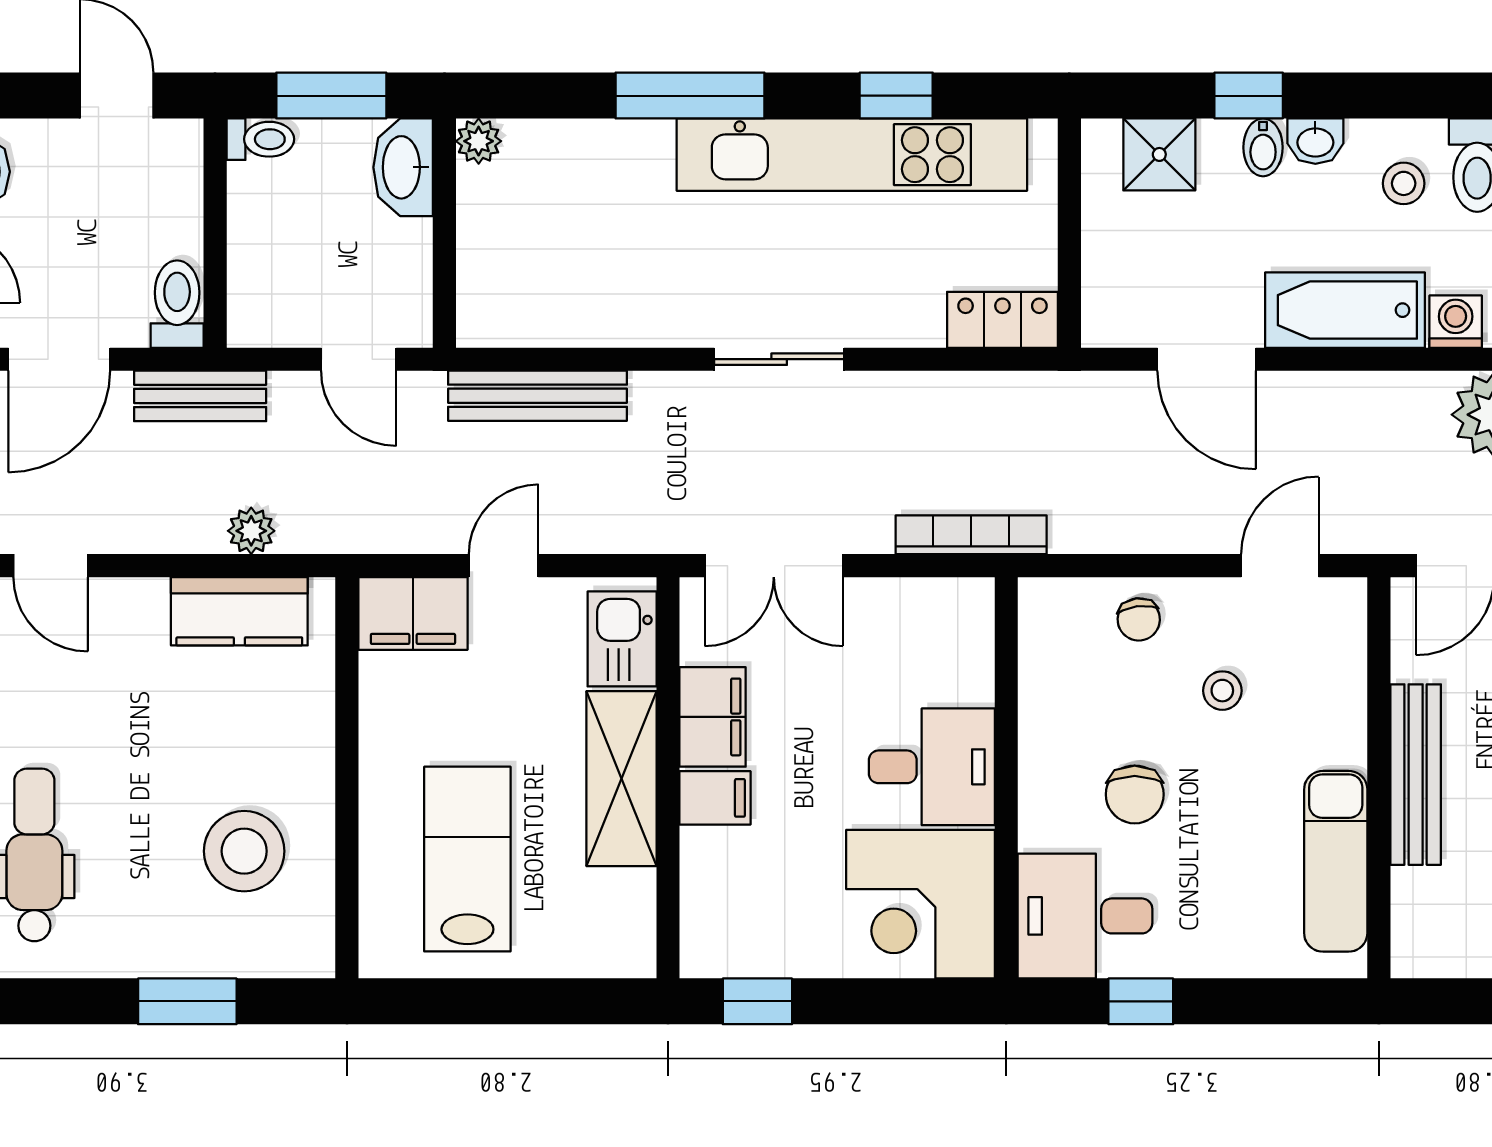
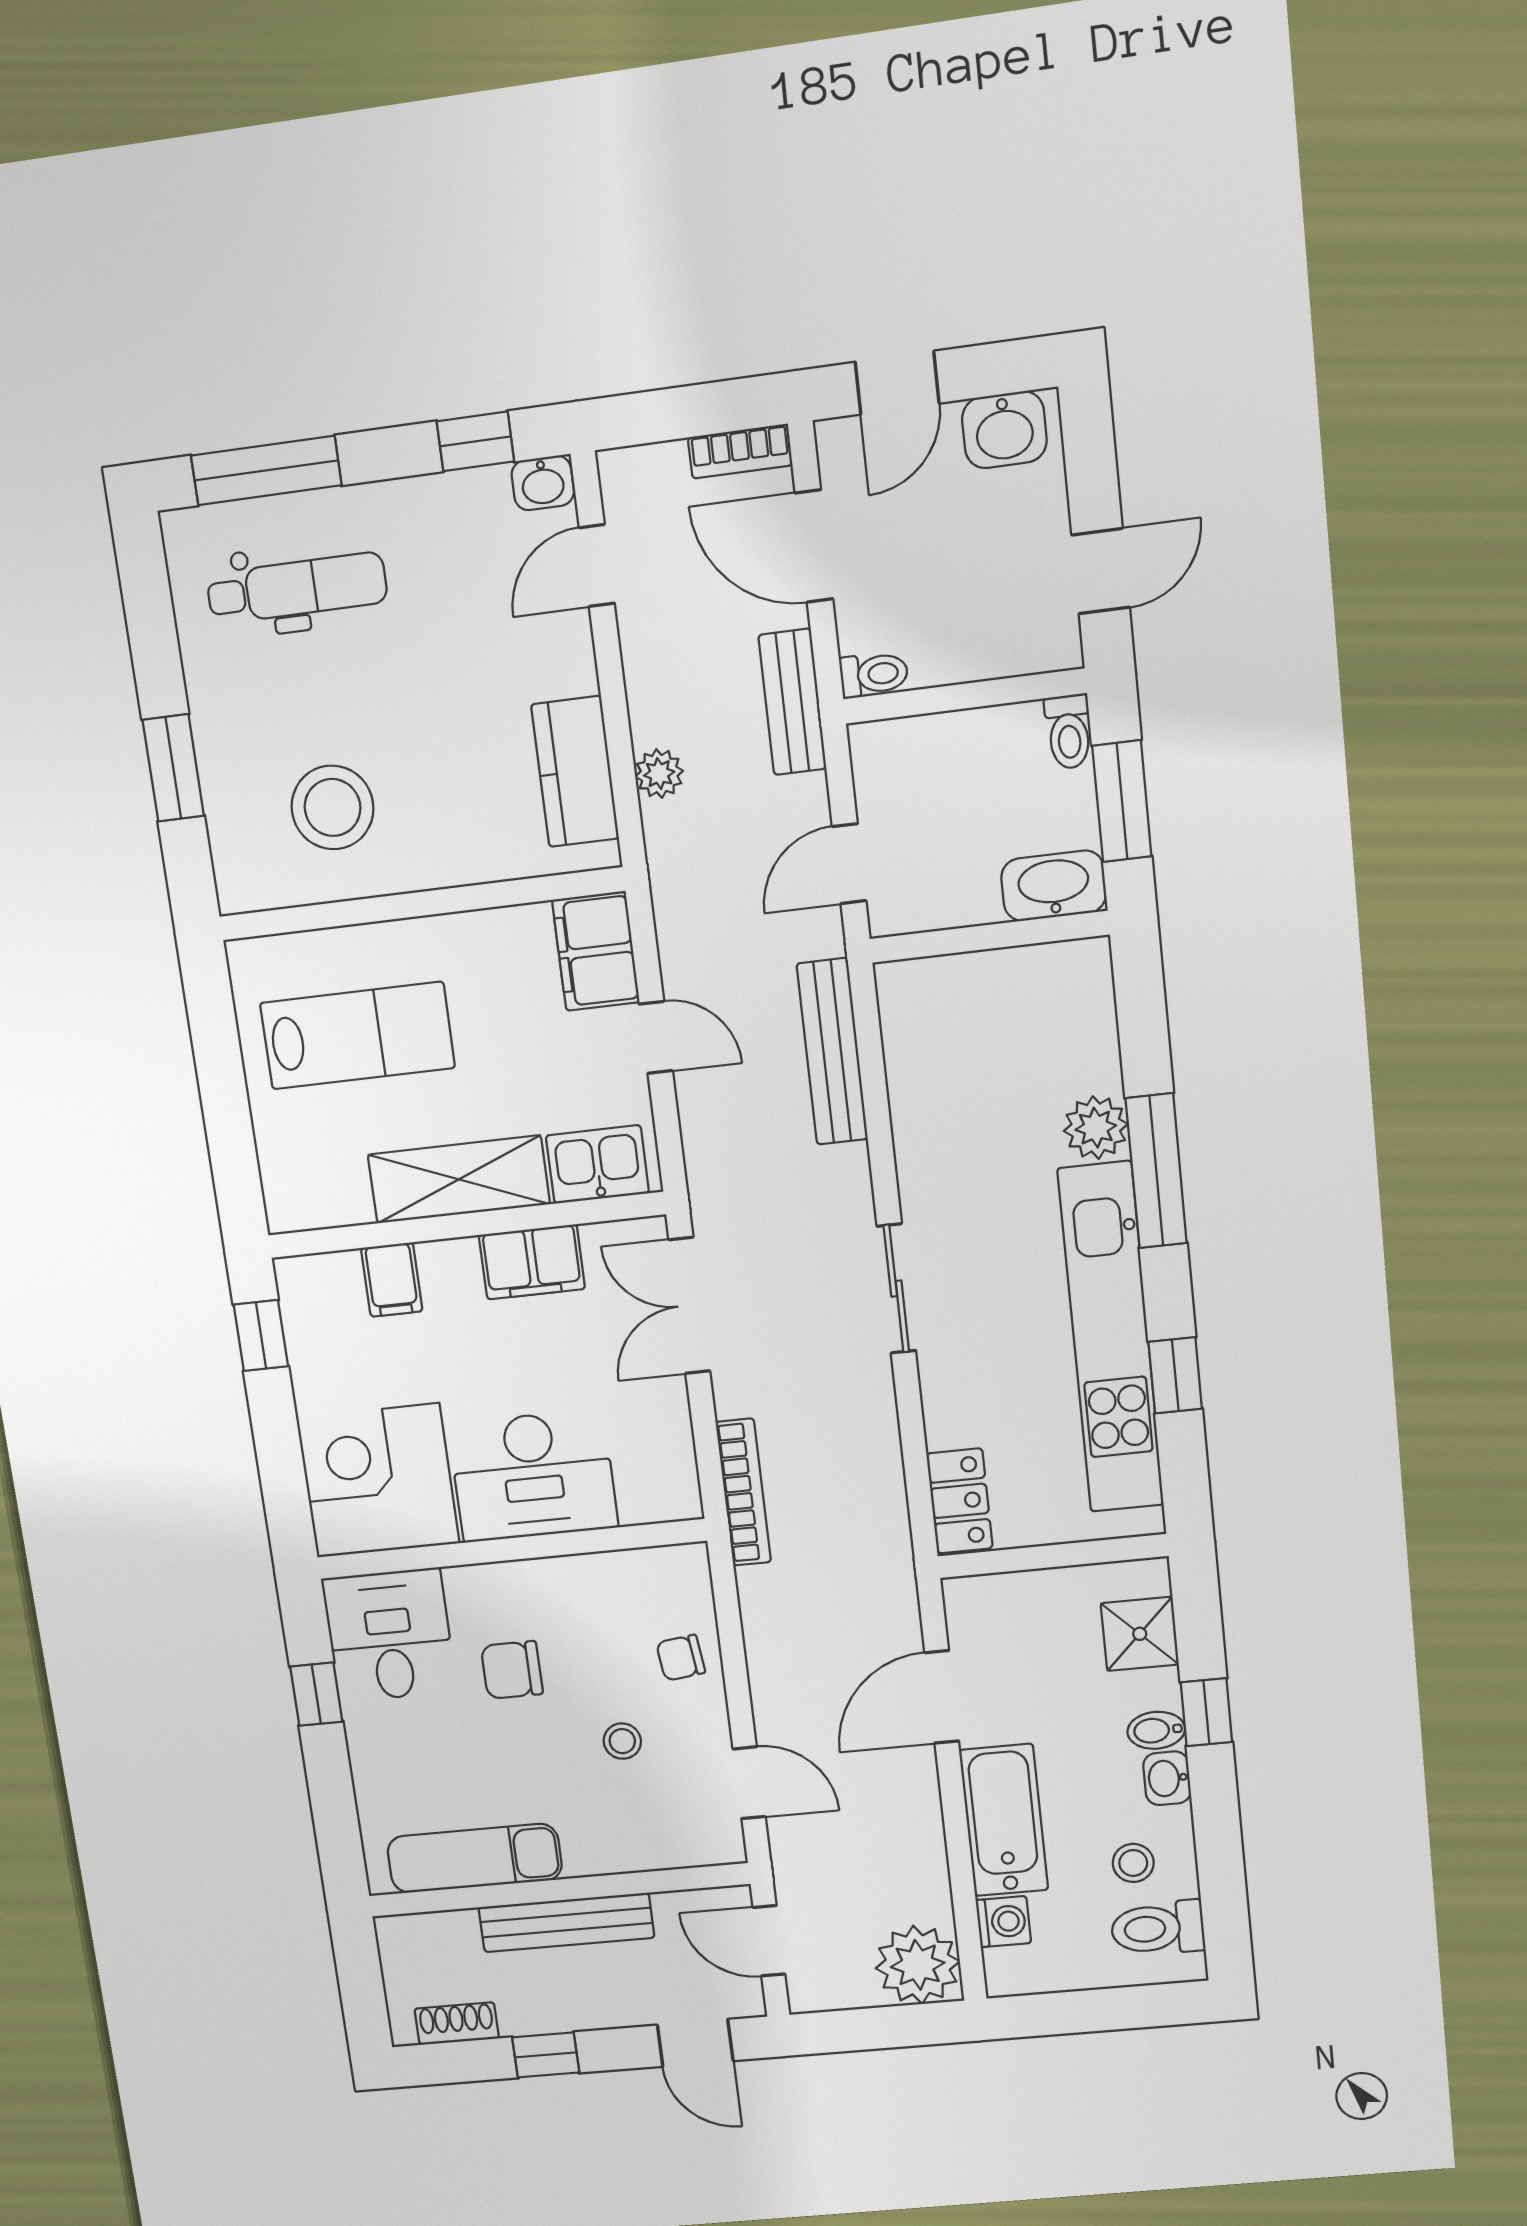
plant: (479, 141) -> (1096, 1128), moved, width x1.38, depth x1.38
toilet: (177, 304) -> (874, 674), width x0.73, depth x0.72
desk: (932, 767) -> (533, 1476), width x1.37
filing cabinet: (715, 798) -> (392, 1280), moved

